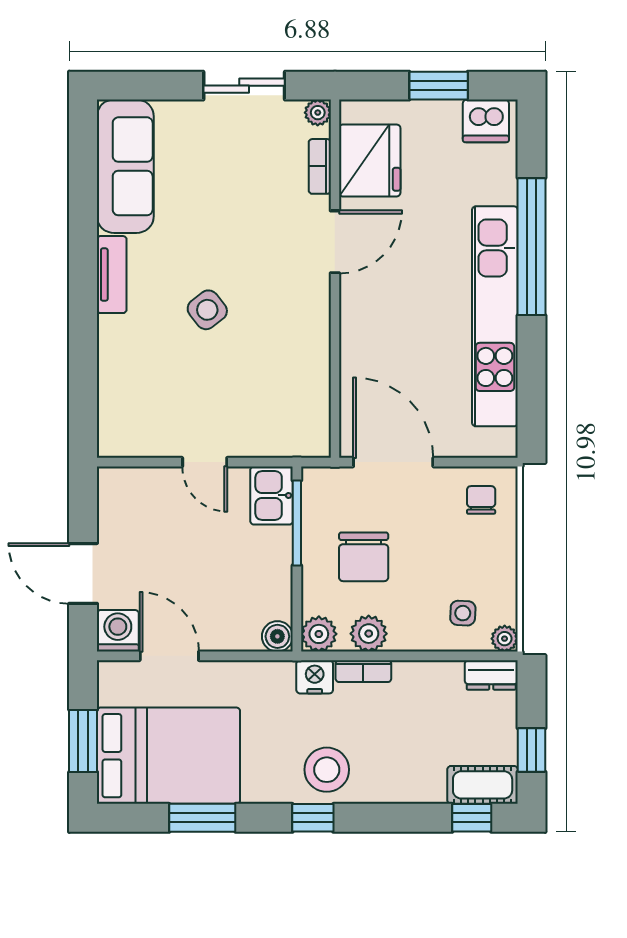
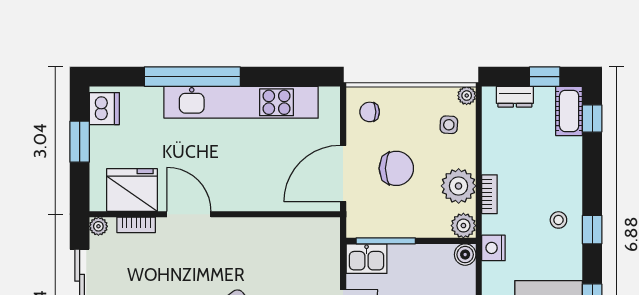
chair: (364, 557) -> (396, 168), moved
plant: (369, 634) -> (459, 186), width x1.36, depth x1.36
dresser: (491, 675) -> (515, 97), moved, turned 90
nightstand: (315, 677) -> (493, 248), moved
stool: (327, 770) -> (558, 220), width x0.53, depth x0.53

